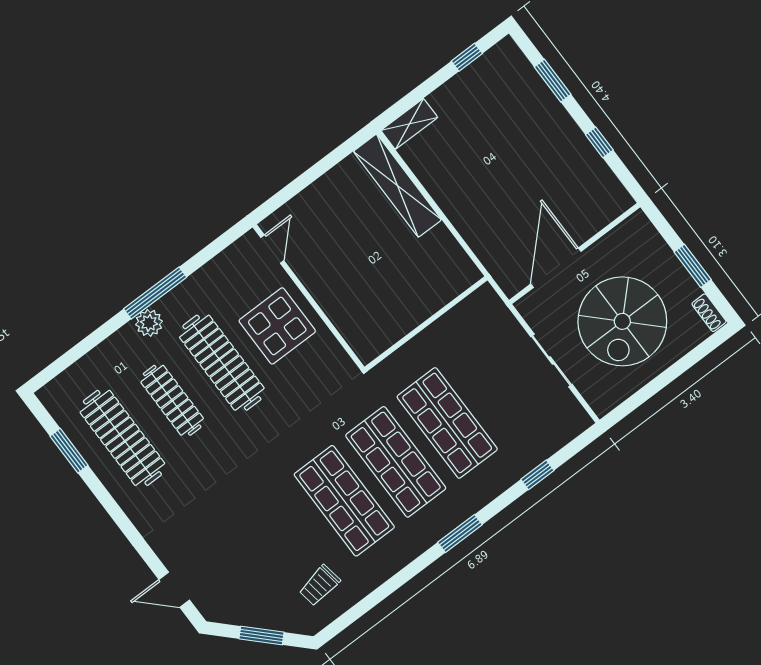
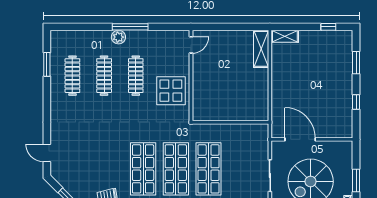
shelving: (397, 186) -> (261, 49), width x0.68
door: (556, 268) -> (300, 139), hinge flipped
display table: (277, 326) -> (171, 91), moved
clothes rail: (222, 363) -> (136, 76), width x0.73, depth x0.76
clothes rail: (122, 438) -> (72, 76), width x0.73, depth x0.76

